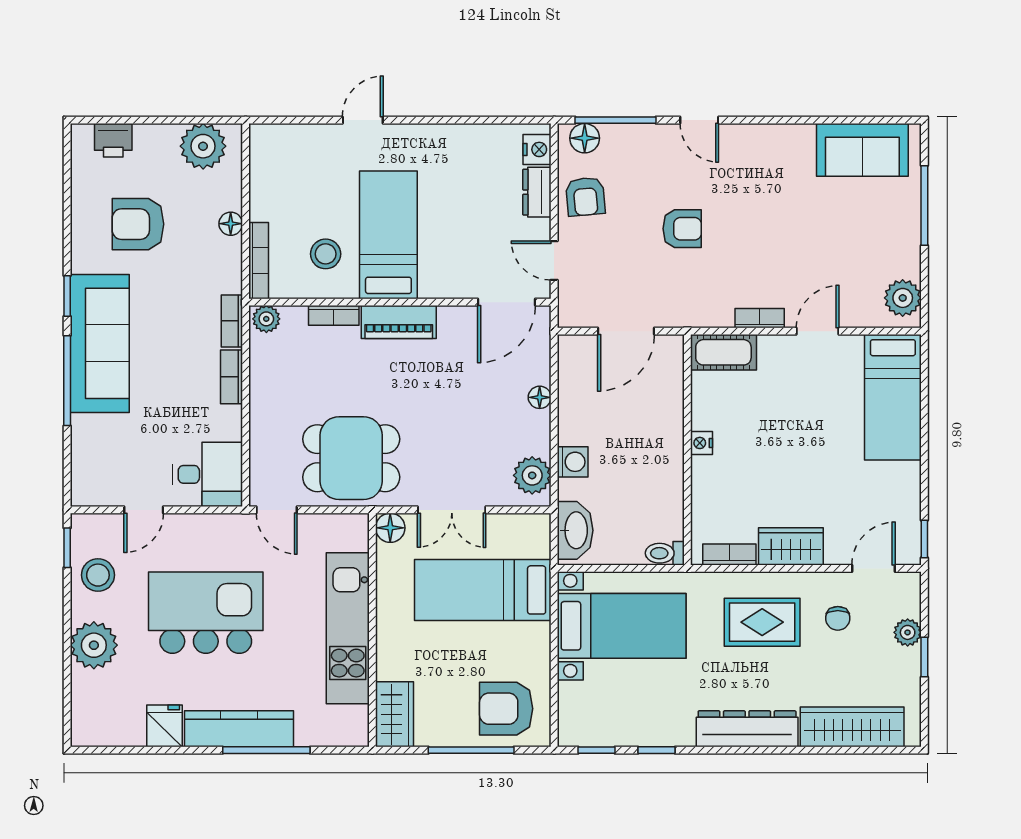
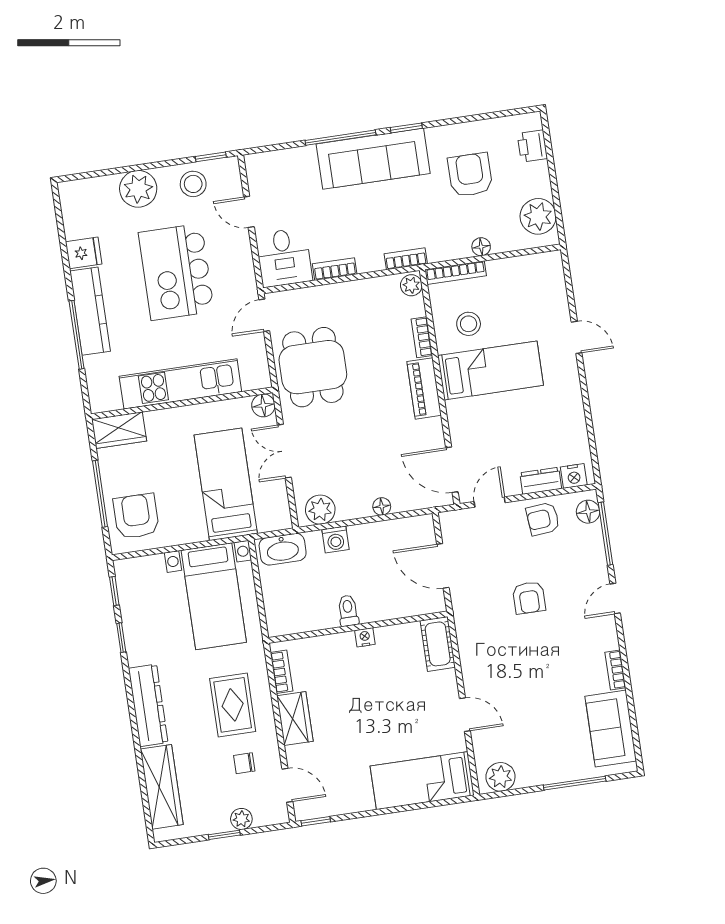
bookcase: (760, 318) -> (615, 670), moved, turned 180
bookcase: (232, 377) -> (335, 269), moved
toilet: (665, 553) -> (348, 611), moved
kitchen island: (206, 613) -> (176, 272), turned 180

